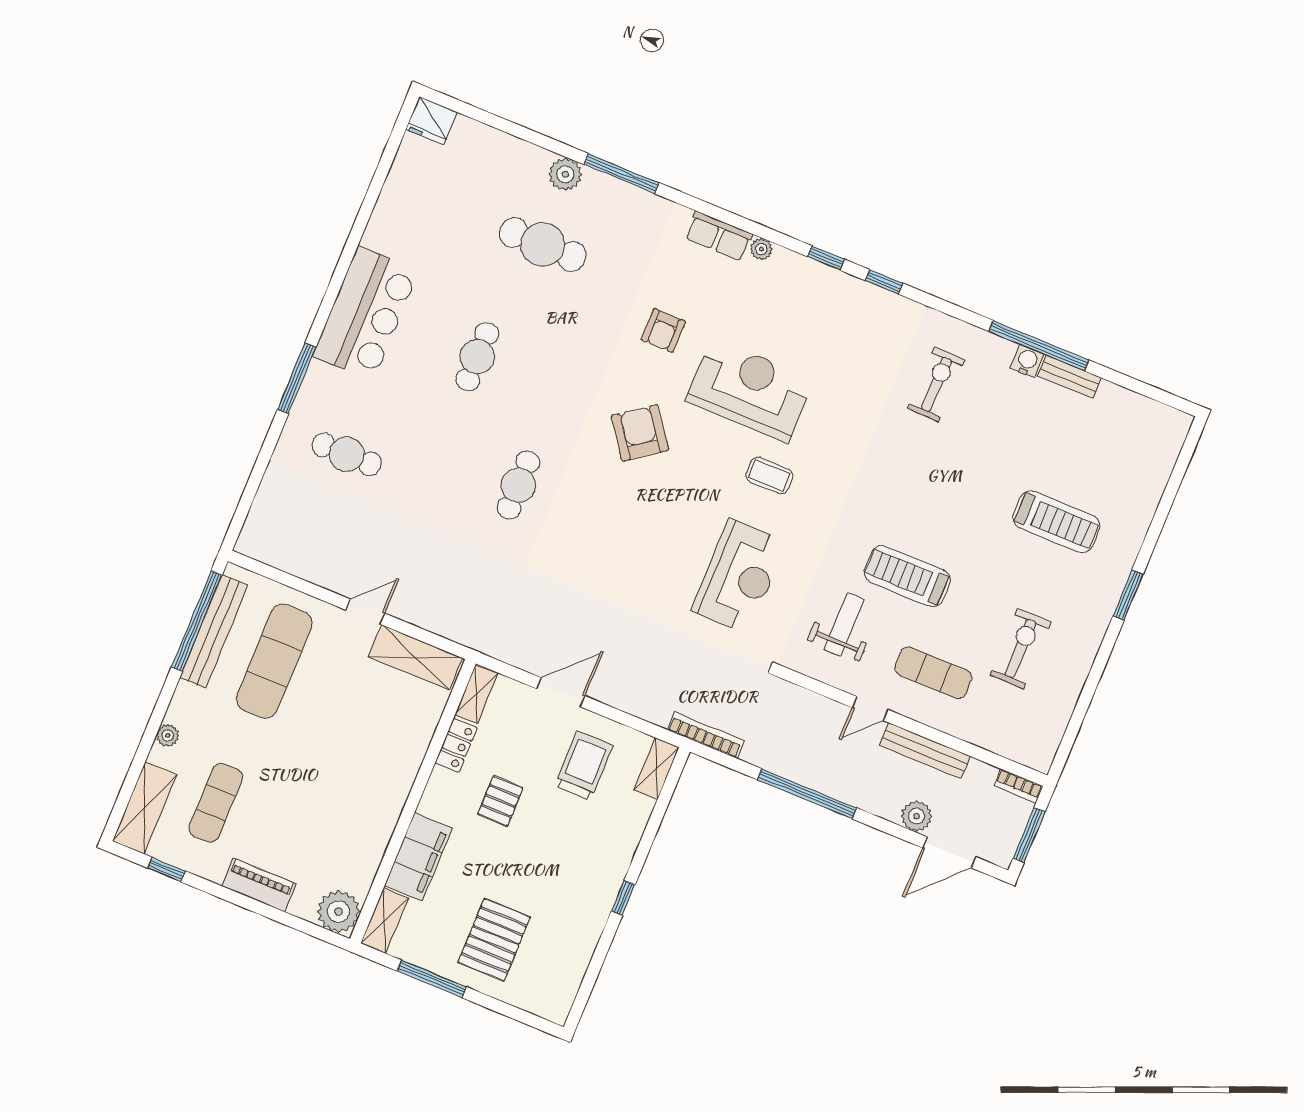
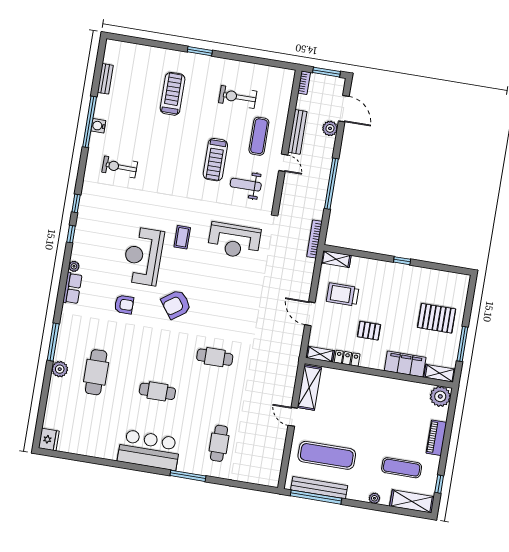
bench: (1069, 377) -> (105, 79), moved
reception desk: (739, 576) -> (234, 241), turned 180

